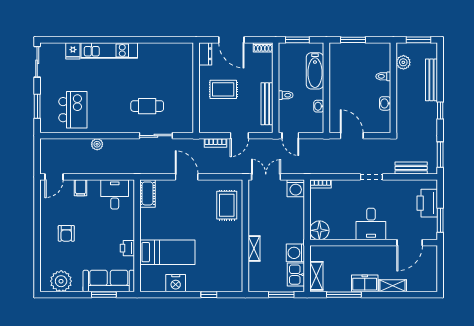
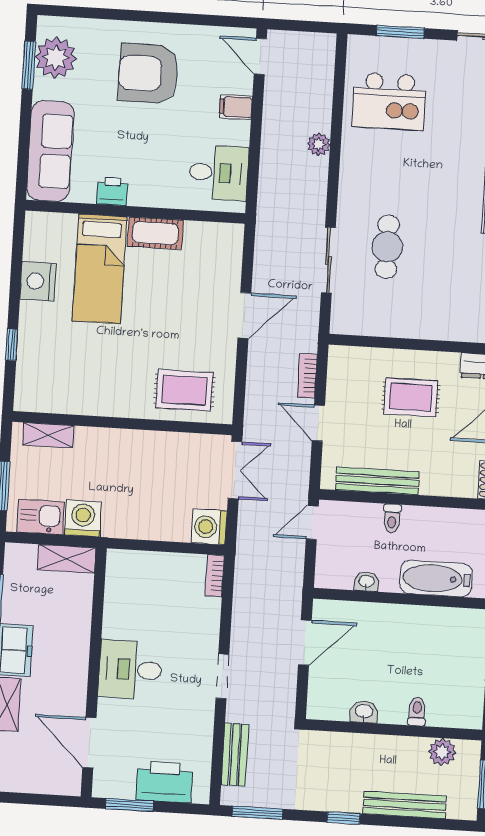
rug: (223, 89) -> (411, 397), turned 90
cot: (147, 193) -> (155, 233), moved
floor lamp: (319, 230) -> (124, 568), removed
armchair: (66, 233) -> (148, 74), width x1.88, depth x1.88
shelving: (254, 248) -> (48, 435), moved
shelving: (316, 276) -> (67, 559), moved
window: (104, 295) -> (29, 65), moved

